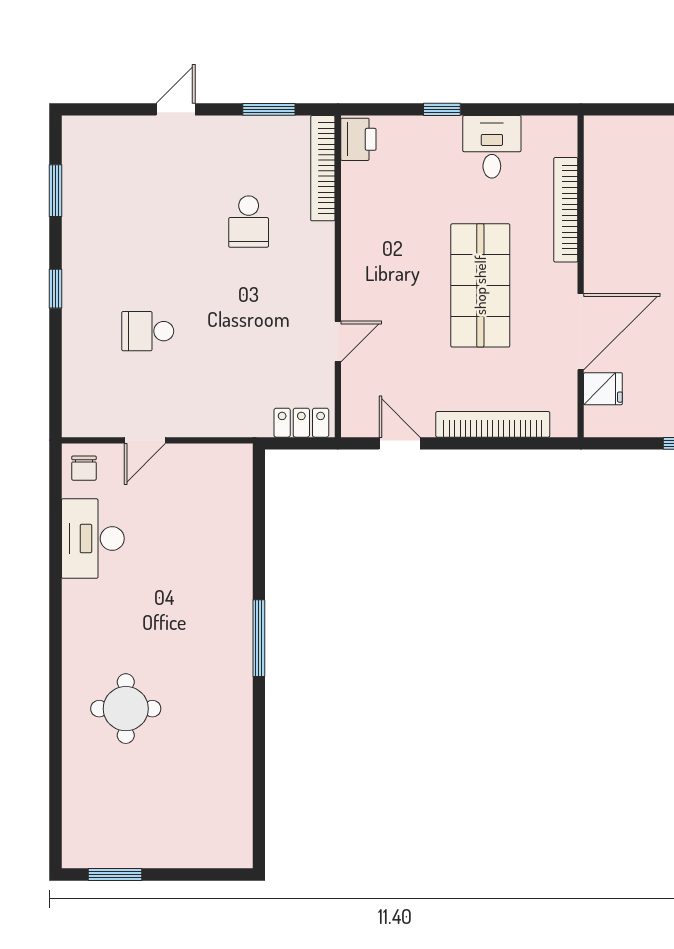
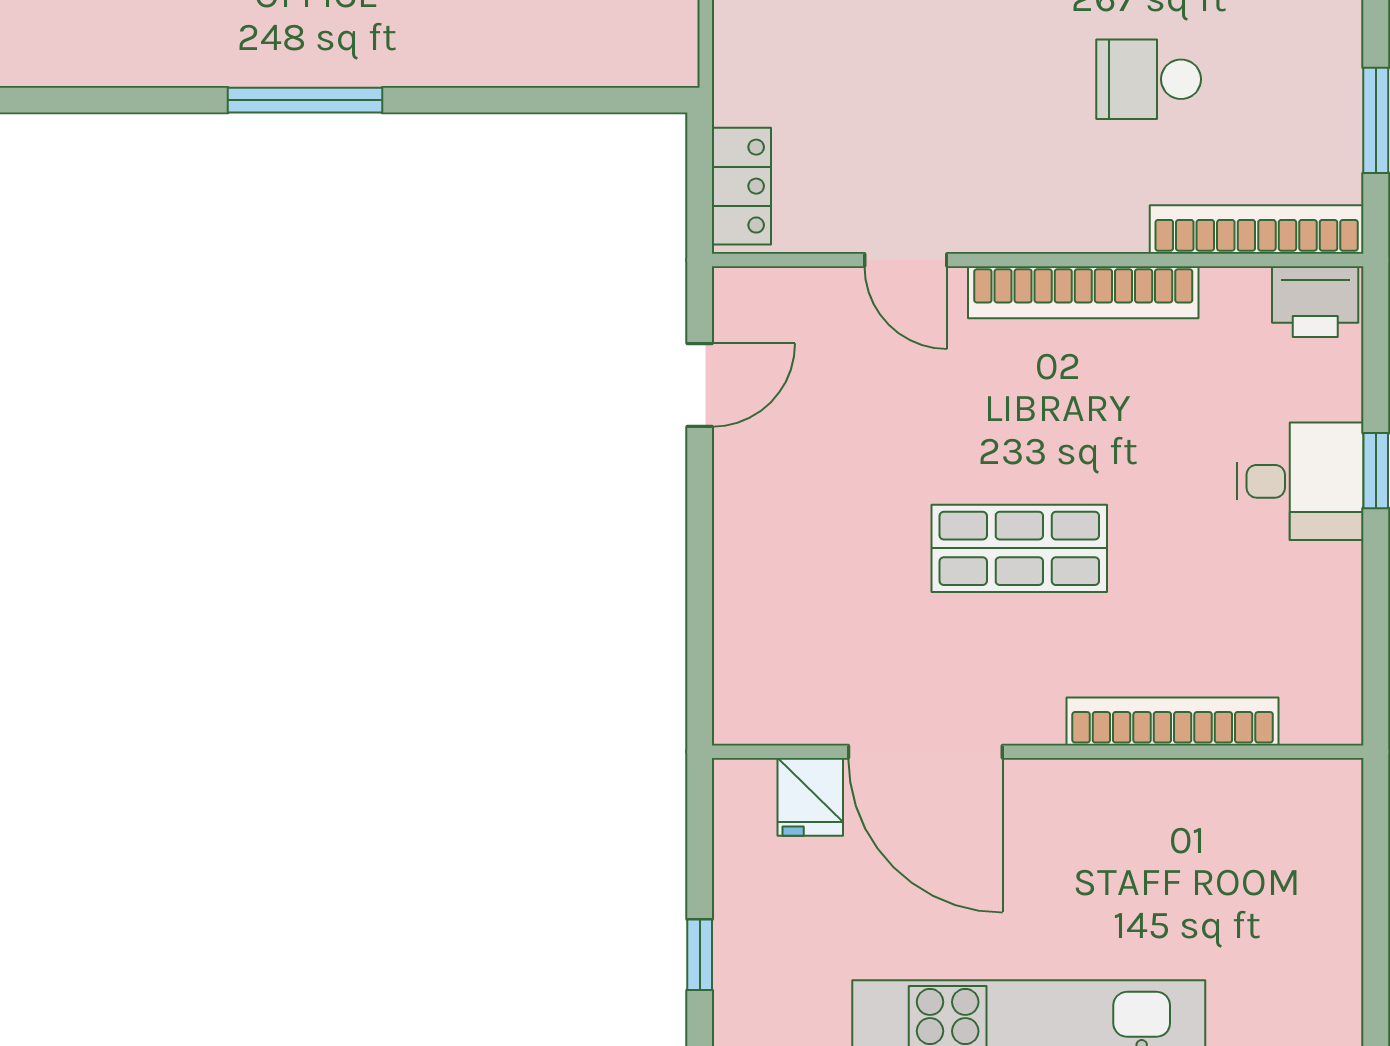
desk: (492, 147) -> (1300, 481), moved
shop shelf: (480, 285) -> (1019, 548), width x0.70, depth x0.74
bookcase: (493, 424) -> (1083, 292), moved, turned 90

